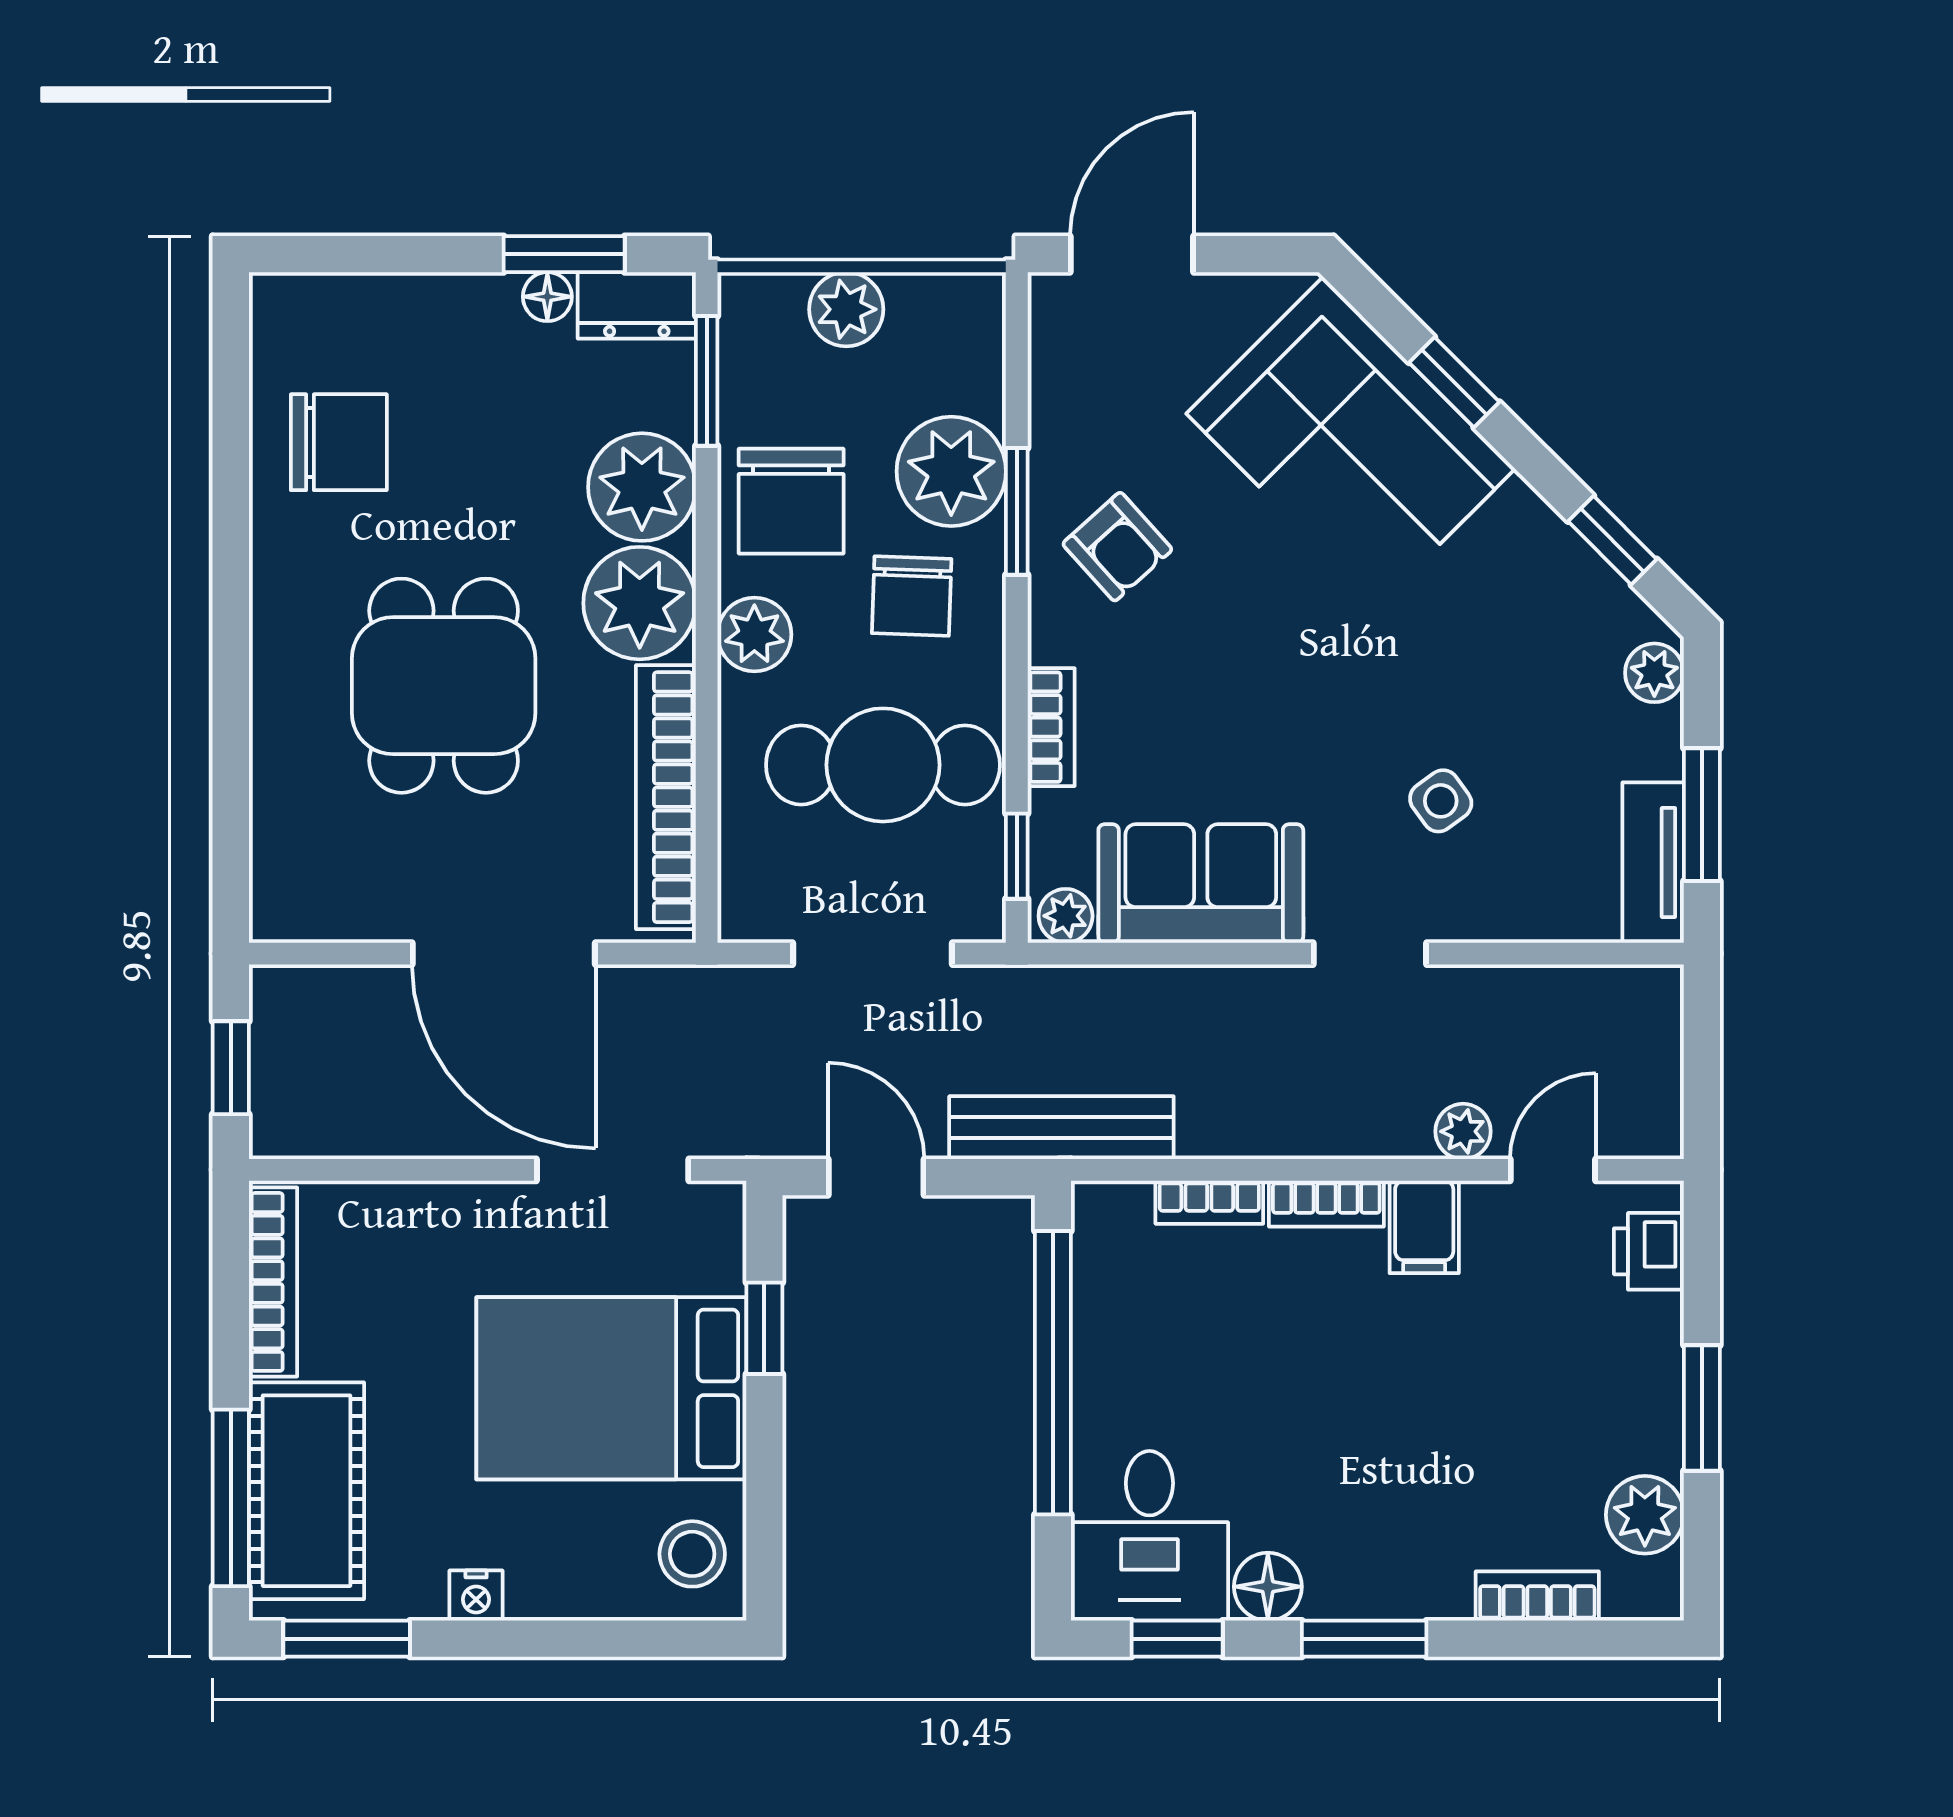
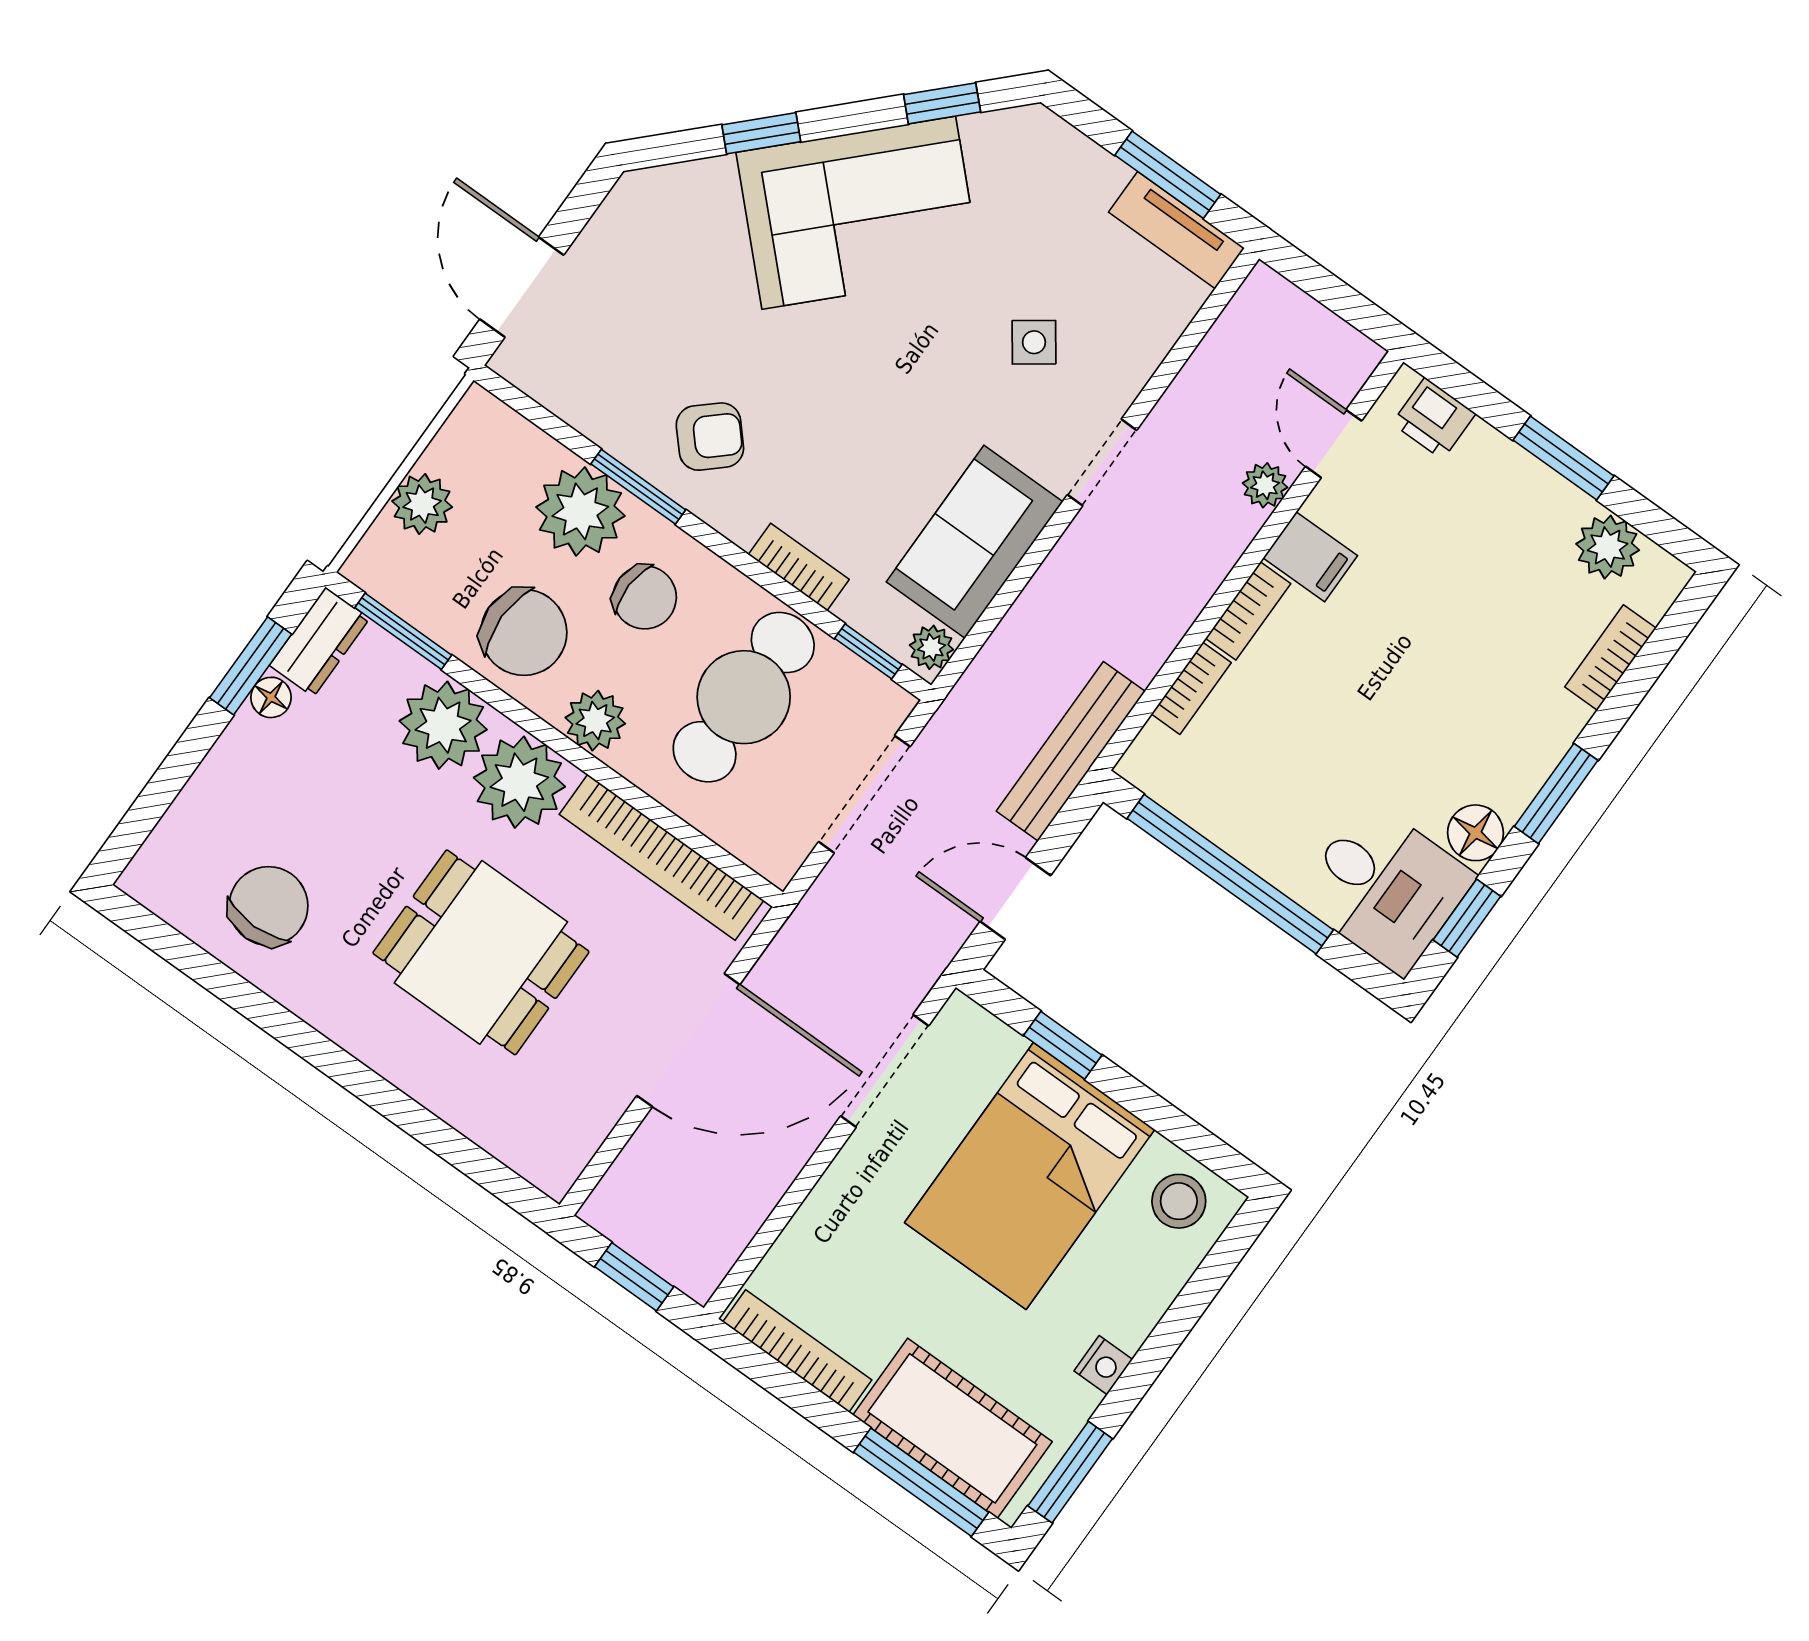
corner sofa: (1351, 441) -> (859, 213), moved
plant: (1654, 673) -> (1051, 139), removed

